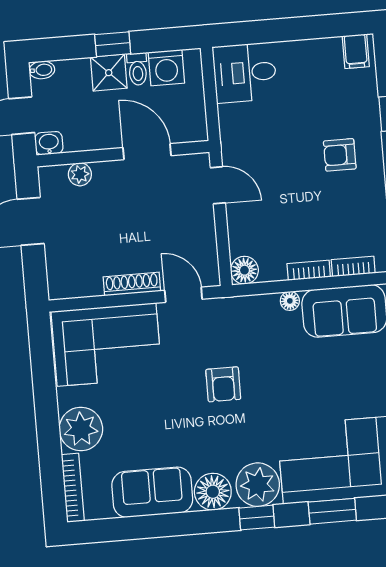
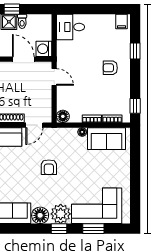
washing machine: (166, 68) -> (44, 49), moved, turned 90
door: (183, 295) -> (34, 125), swing flipped

